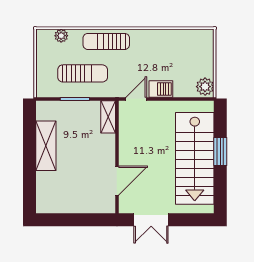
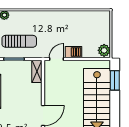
sun lounger: (106, 41) -> (36, 19), removed
window: (220, 152) -> (115, 80), moved

